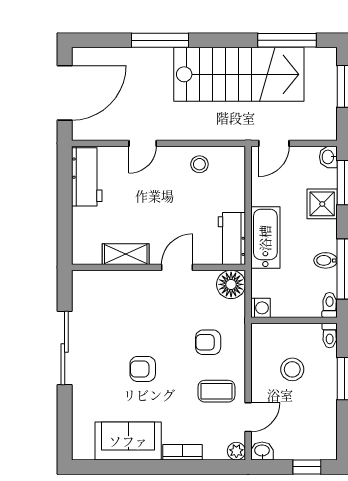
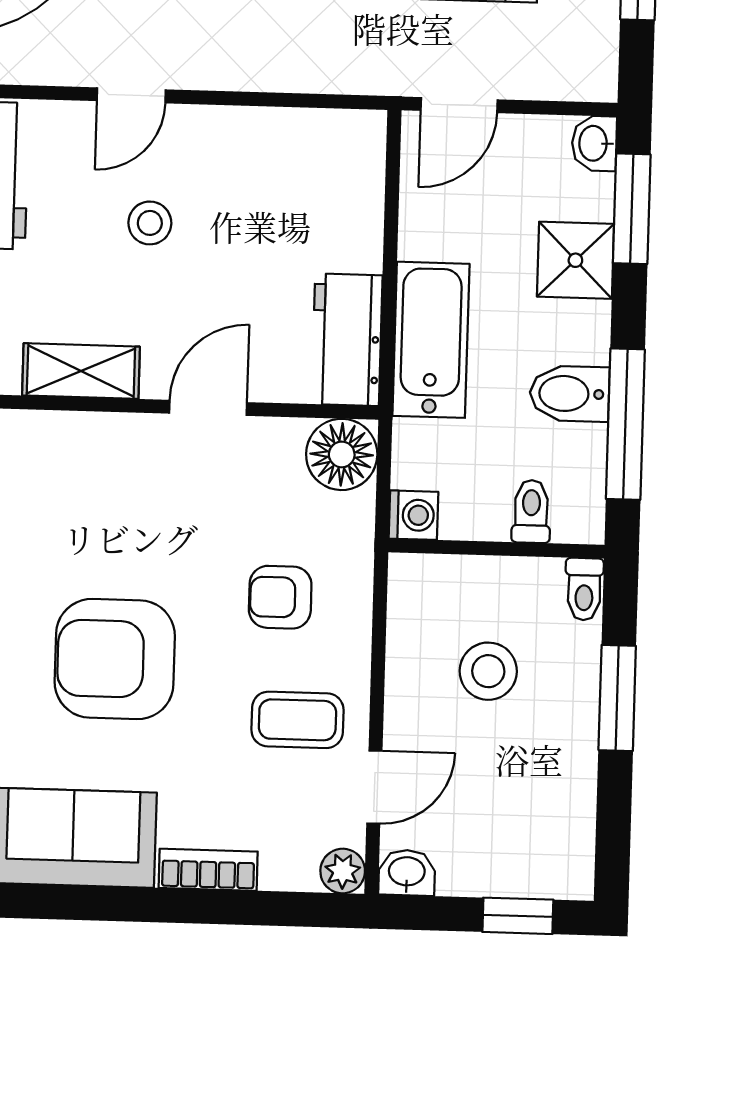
stool: (199, 164) -> (150, 223), moved
bidet: (326, 260) -> (569, 394), width x1.38, depth x1.36
toilet: (330, 305) -> (531, 511), moved
armchair: (143, 369) -> (115, 659), width x1.88, depth x1.88

